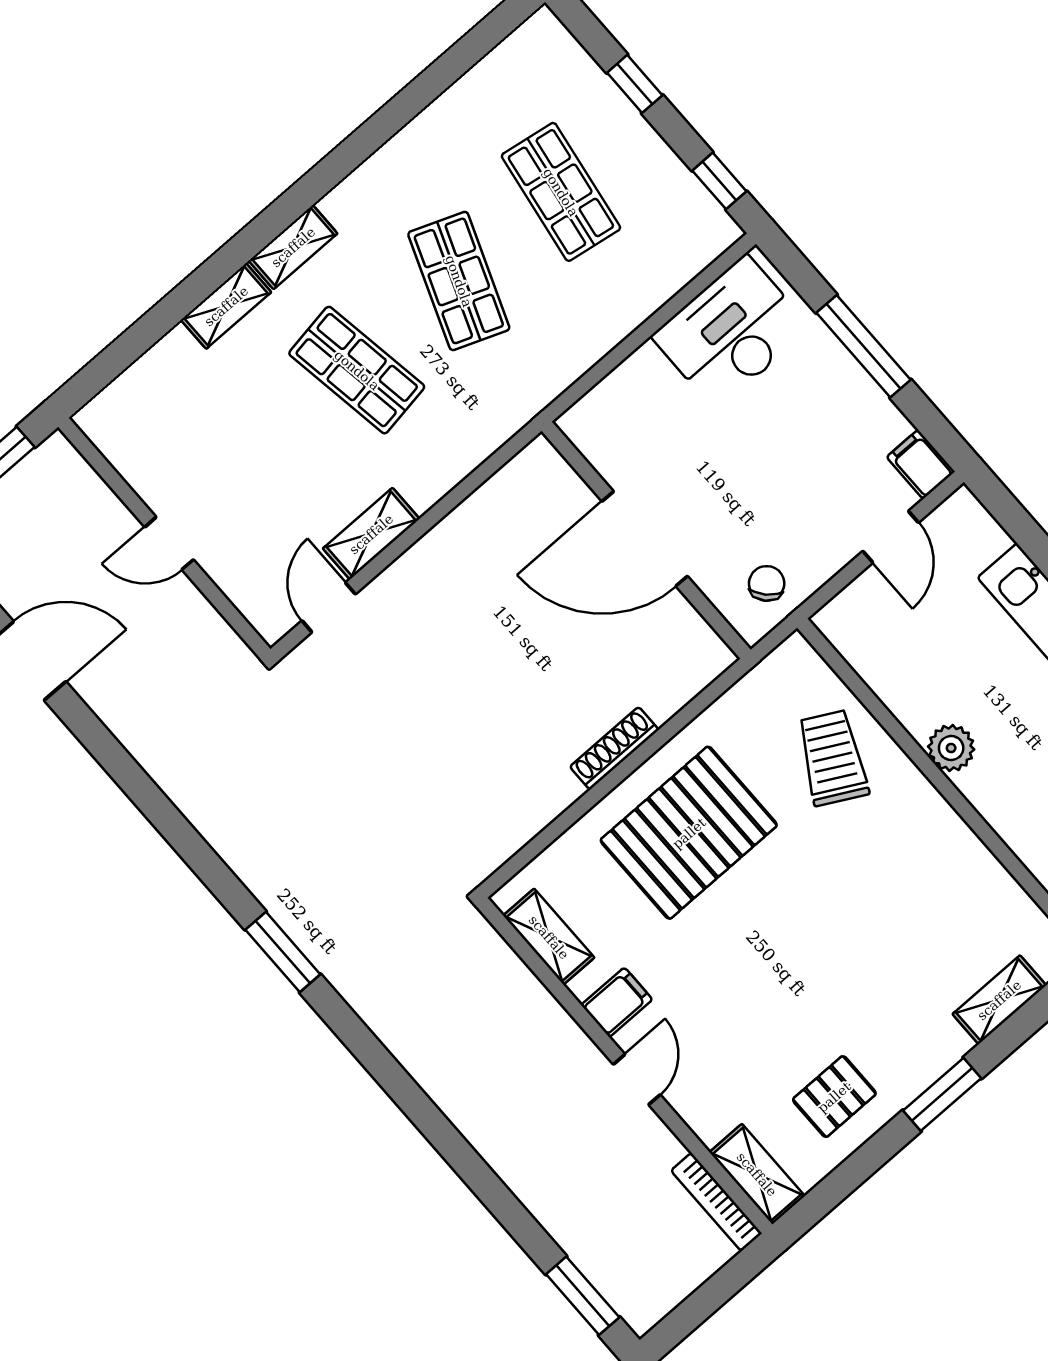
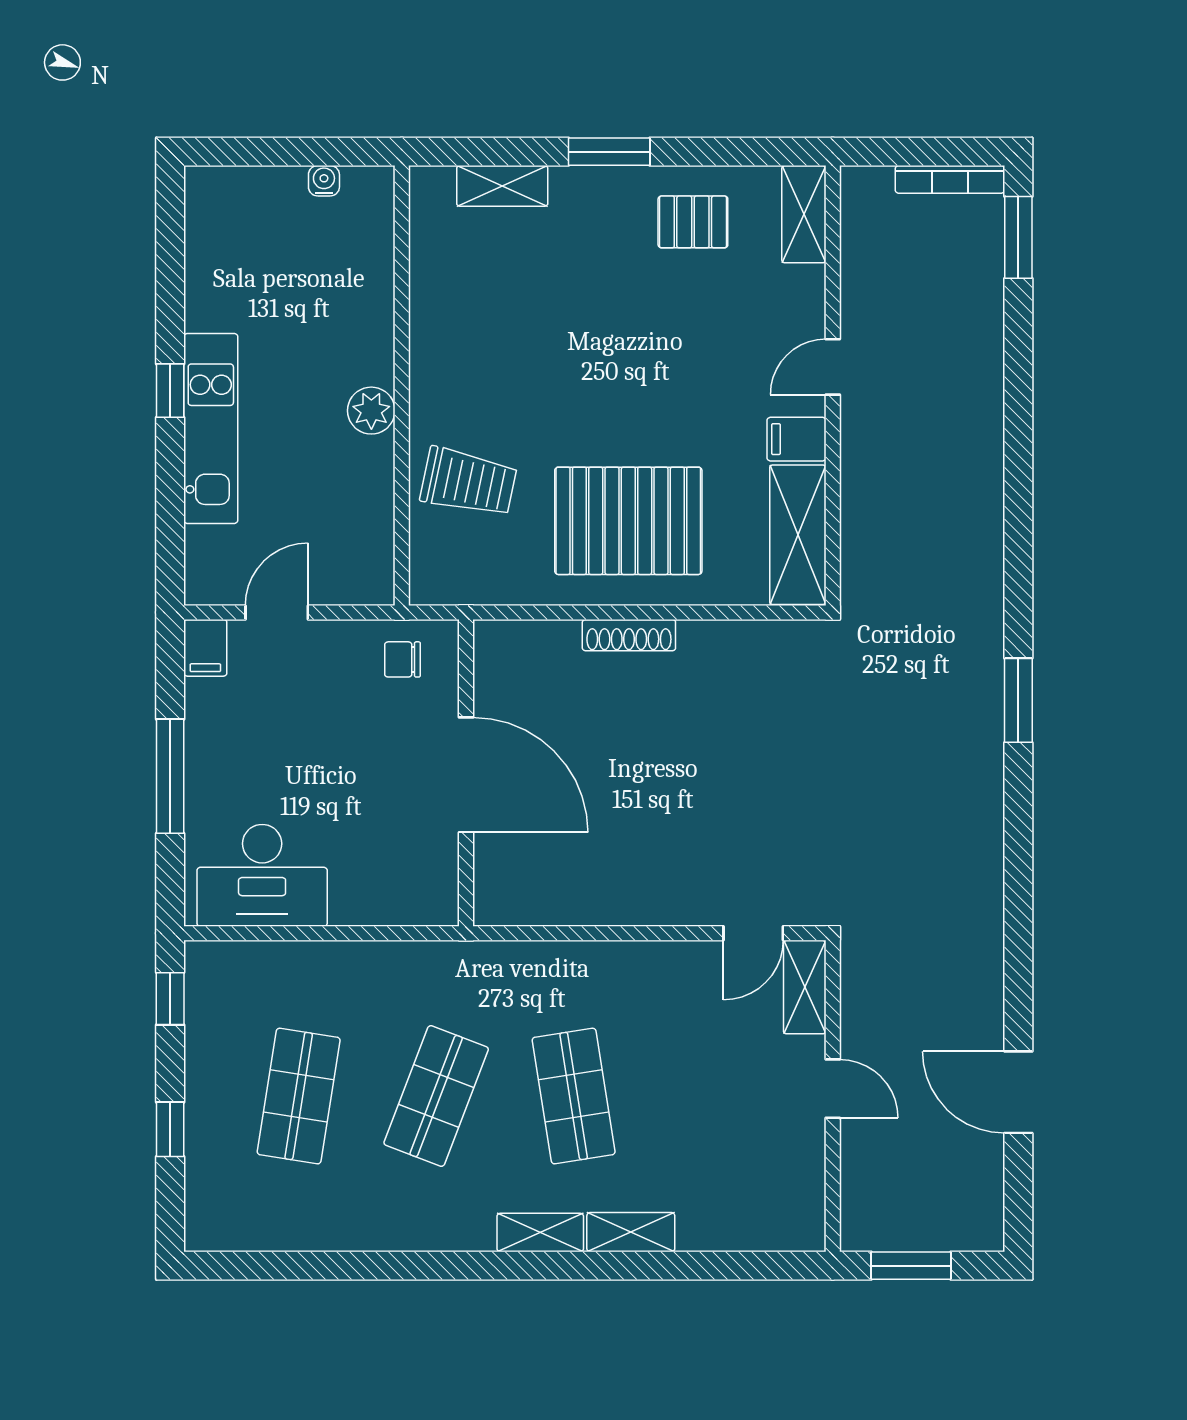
shelving: (371, 534) -> (805, 987), moved, turned 90
chair: (767, 583) -> (403, 659), turned 44
trolley: (833, 758) -> (469, 482), turned -106
shelving: (549, 937) -> (798, 535), width x1.50, depth x1.33
bookcase: (716, 1202) -> (950, 179), moved, turned 90

